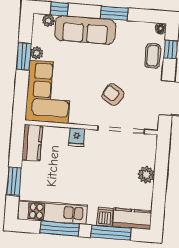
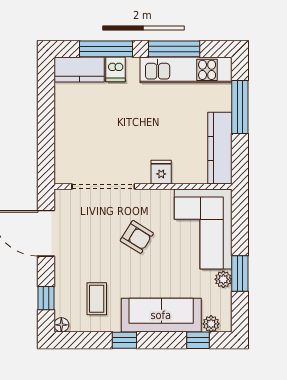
window: (114, 13) -> (124, 340), width x0.67
coffee table: (153, 56) -> (97, 299), moved
armchair: (113, 95) -> (137, 237), moved
kitchen counter: (32, 143) -> (220, 148), width x1.50
plant: (146, 175) -> (65, 130), removed
window: (14, 181) -> (240, 107), width x1.44

